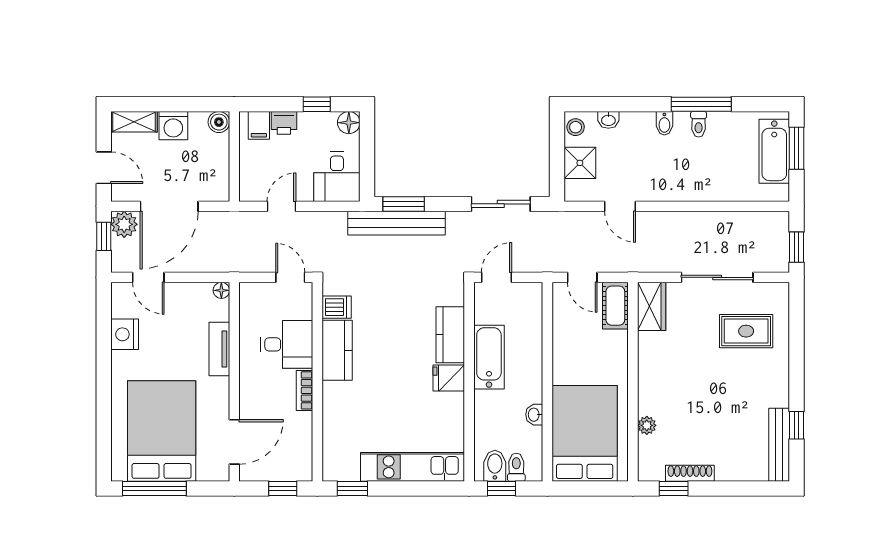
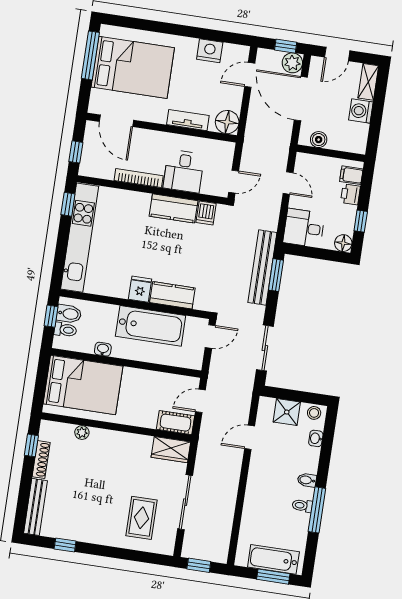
boiler: (219, 122) -> (319, 140), moved
door: (497, 277) -> (210, 336), hinge flipped
floor lamp: (221, 290) -> (227, 122), width x1.89, depth x1.89
bathtub: (489, 357) -> (151, 326), width x1.36, depth x1.36
bookcase: (304, 390) -> (139, 178), width x1.56
bench: (779, 445) -> (36, 507), moved, turned 90
kitchen unit: (413, 467) -> (80, 238), width x1.36

